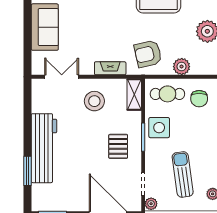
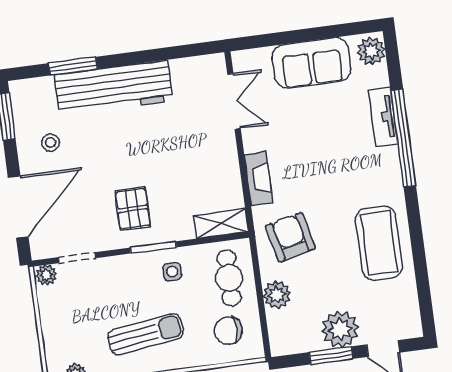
stool: (94, 101) -> (50, 143), moved, width x0.53, depth x0.53
side table: (159, 128) -> (172, 272), width x0.54, depth x0.54
pallet: (118, 146) -> (133, 209), turned 90
sun lounger: (183, 174) -> (146, 334), moved

